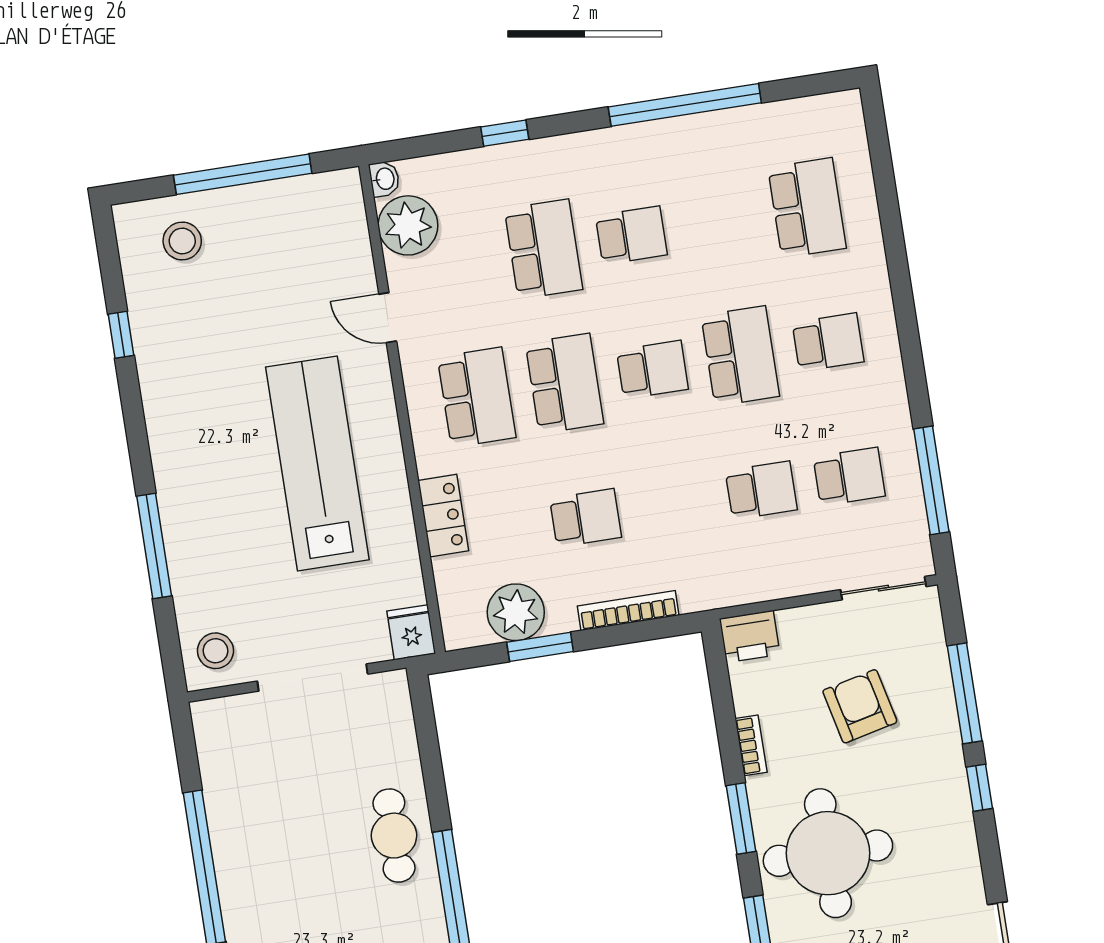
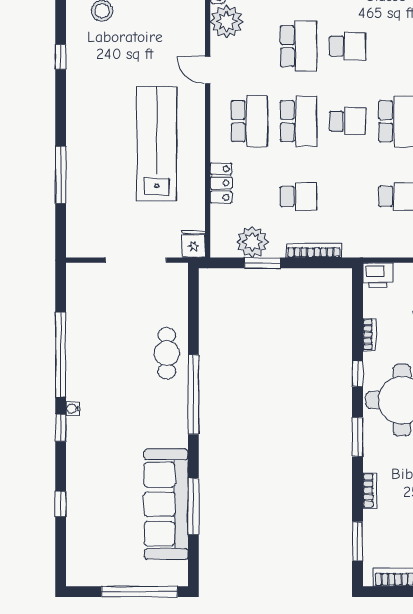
stool: (215, 651) -> (85, 237), removed
window: (741, 819) -> (358, 374), width x0.67

